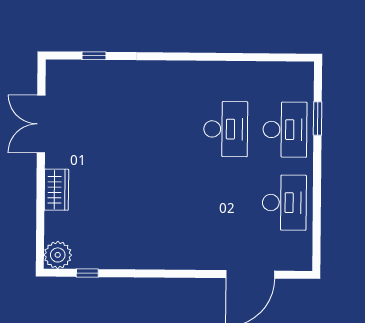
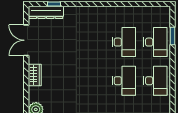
dresser: (79, 71) -> (46, 12), added
desk: (225, 202) -> (124, 81), added

